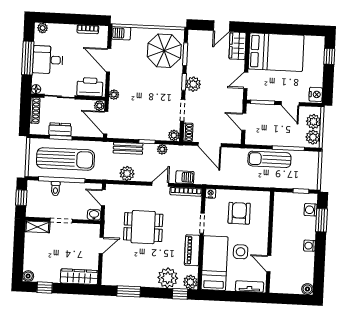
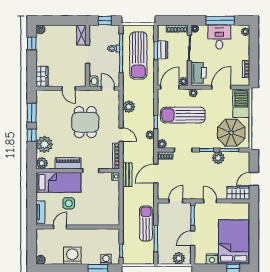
door: (222, 26) -> (254, 179), hinge flipped
barbecue: (121, 33) -> (241, 103), width x1.88, depth x1.53
bed: (276, 52) -> (234, 242), moved, turned 180
plant: (193, 84) -> (218, 158), moved
nightstand: (316, 94) -> (212, 259), moved
sun lounger: (140, 108) -> (183, 115), added
plant: (313, 137) -> (166, 258), removed
bench: (128, 148) -> (127, 175), moved
barbecue: (185, 177) -> (128, 155), removed
door: (103, 198) -> (108, 88), hinge flipped
armchair: (239, 213) -> (100, 201), removed
washing machine: (309, 246) -> (72, 256), width x1.89, depth x1.89
wardrobe: (79, 277) -> (42, 76), width x0.67
window: (180, 294) -> (32, 135), moved

